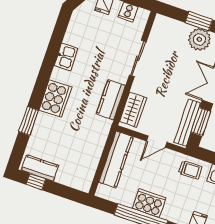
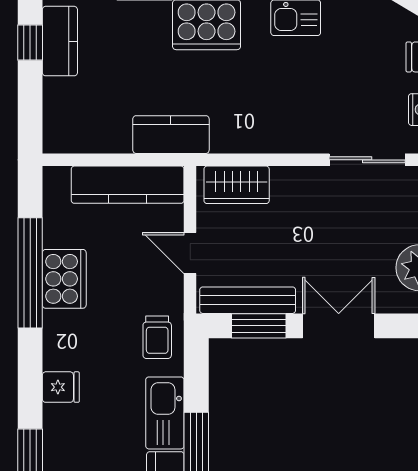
sliding door: (138, 58) -> (367, 160), moved
kitchen counter: (111, 100) -> (171, 135), moved

